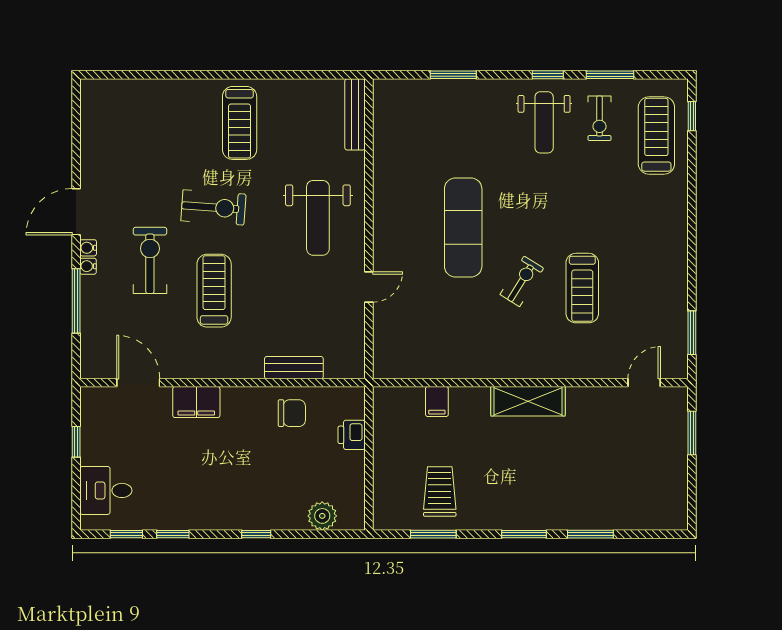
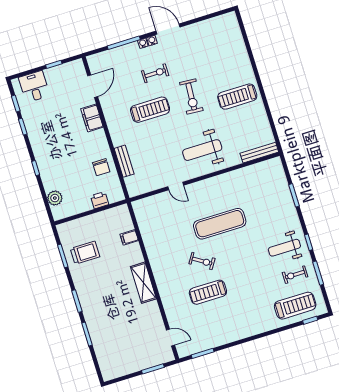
exercise bike: (150, 260) -> (155, 73), width x0.73, depth x0.72

